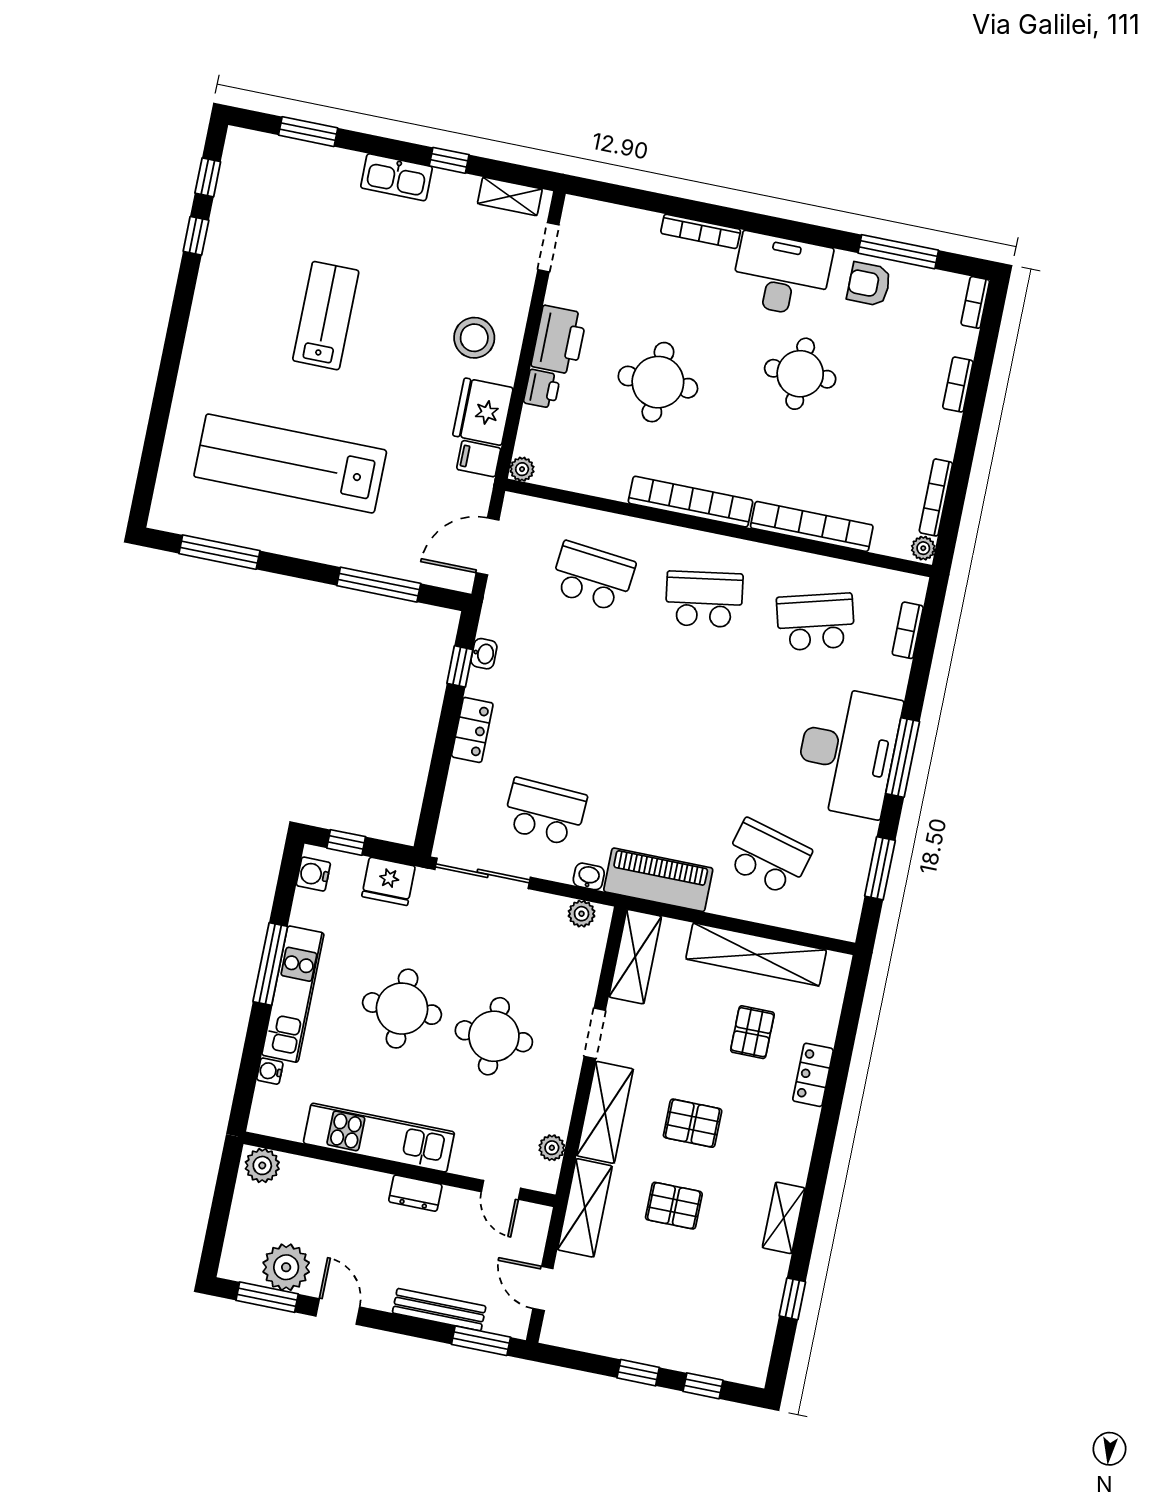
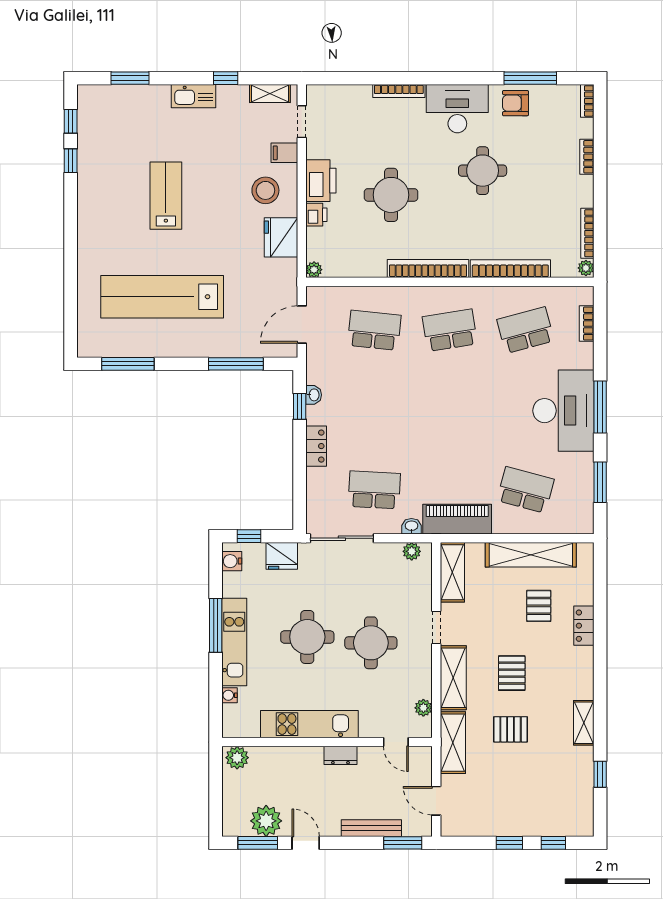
filing cabinet: (479, 459) -> (284, 153), moved
pallet: (693, 1123) -> (512, 673), turned 90

